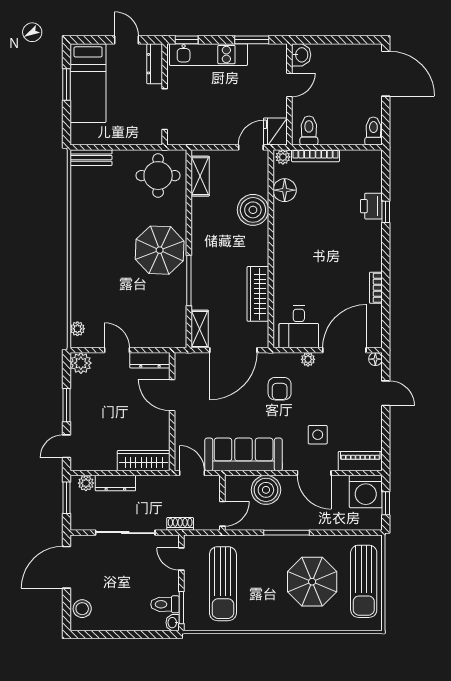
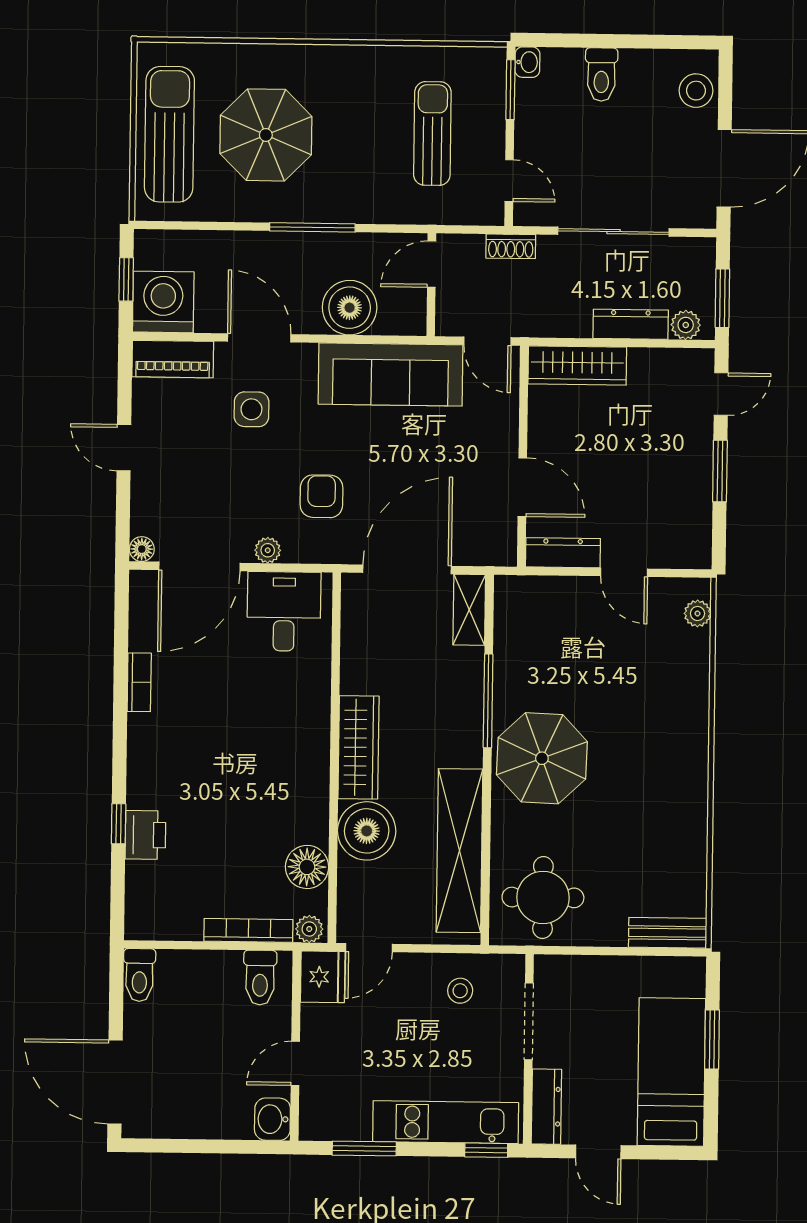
window: (66, 84) -> (712, 1040), moved
stool: (202, 125) -> (460, 991), added
shelving: (200, 176) -> (459, 851), width x2.20, depth x1.33
wardrobe: (258, 294) -> (359, 747), moved
plant: (81, 363) -> (692, 549), removed
door: (386, 393) -> (124, 448), moved
sun lounger: (223, 584) -> (432, 134), width x0.73, depth x0.75
toilet: (165, 604) -> (601, 74), moved, turned 90

